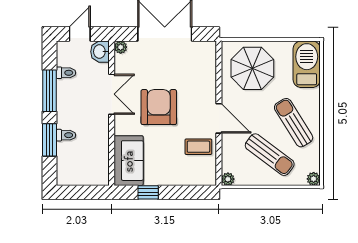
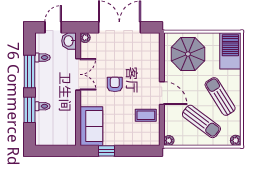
armchair: (159, 107) -> (115, 84), width x0.53, depth x0.53

